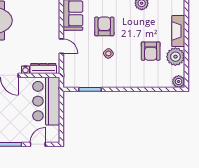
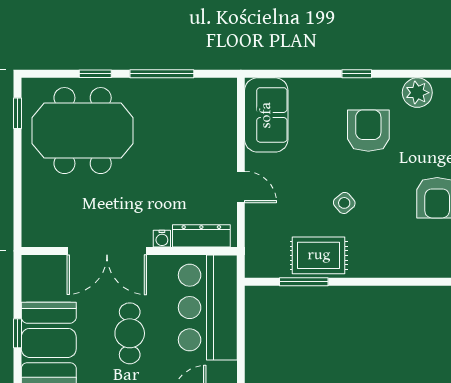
armchair: (104, 26) -> (368, 131), moved
rug: (97, 77) -> (319, 255), added
cafe table: (11, 113) -> (130, 333), added

